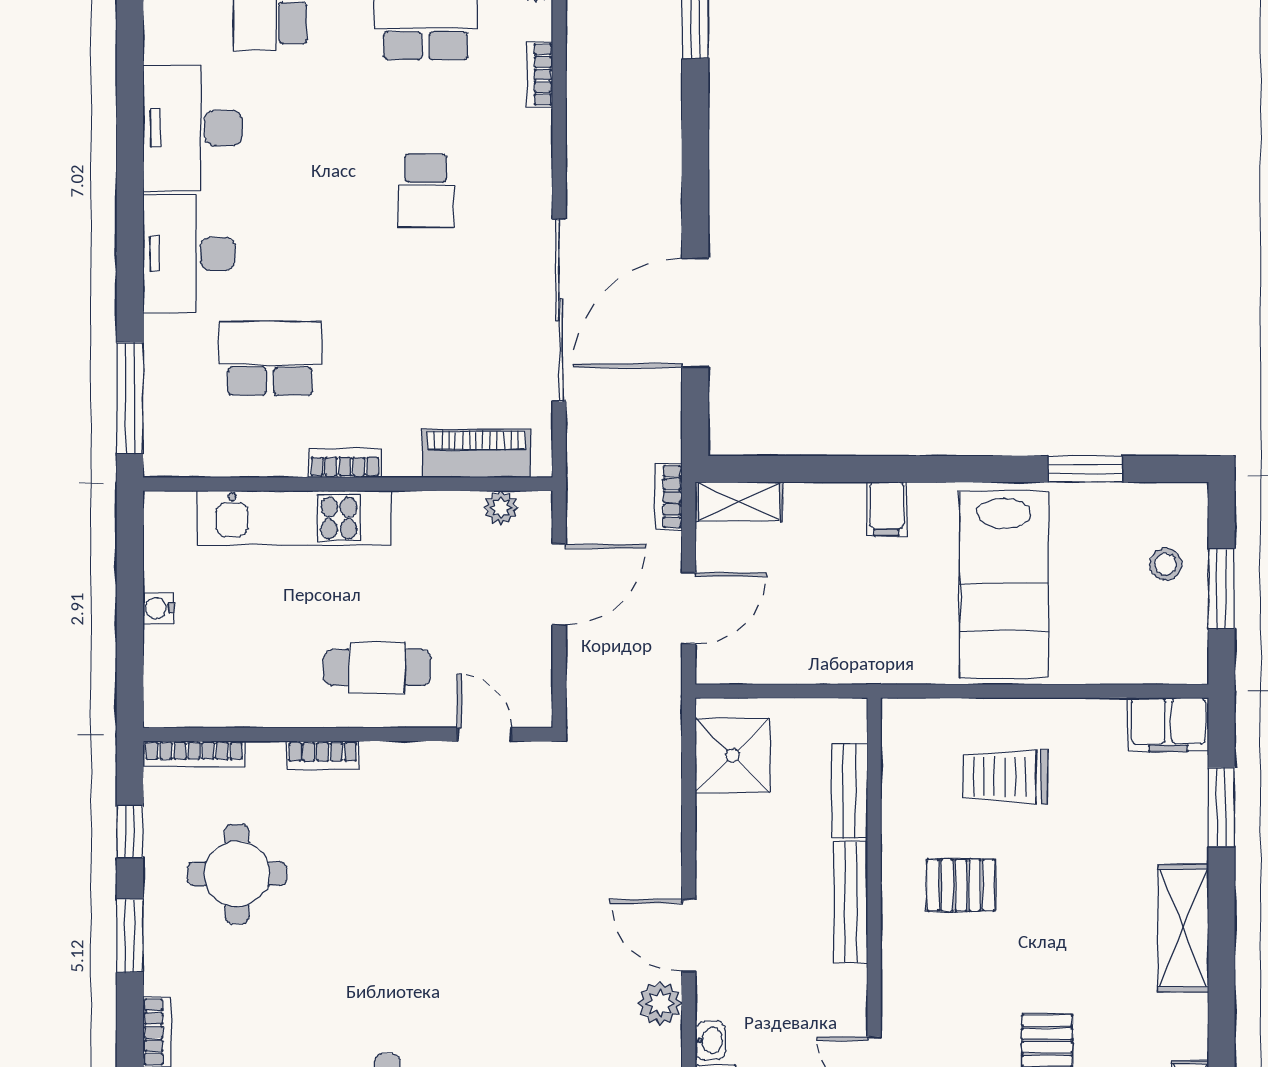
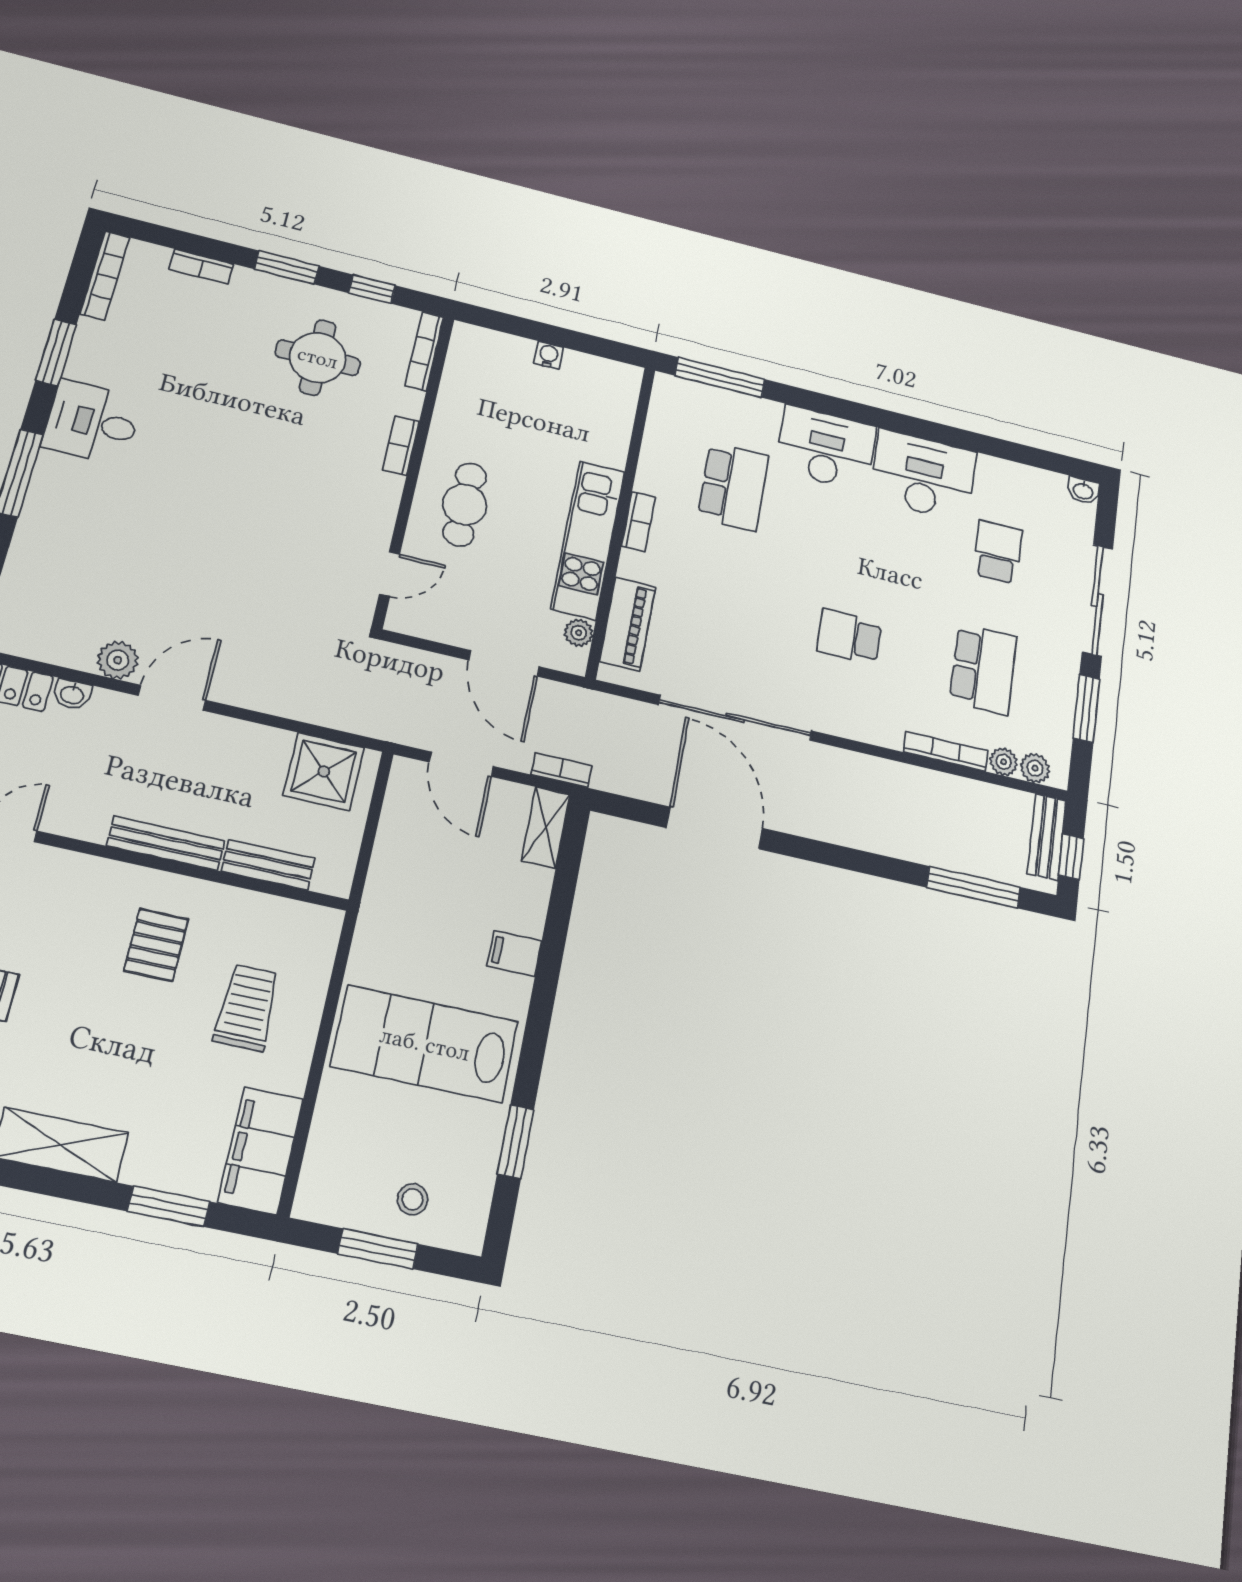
bookcase: (540, 75) -> (946, 751), width x1.56
kitchen unit: (294, 518) -> (588, 540), moved
filing cabinet: (1168, 725) -> (261, 1151), width x1.50, depth x1.17

